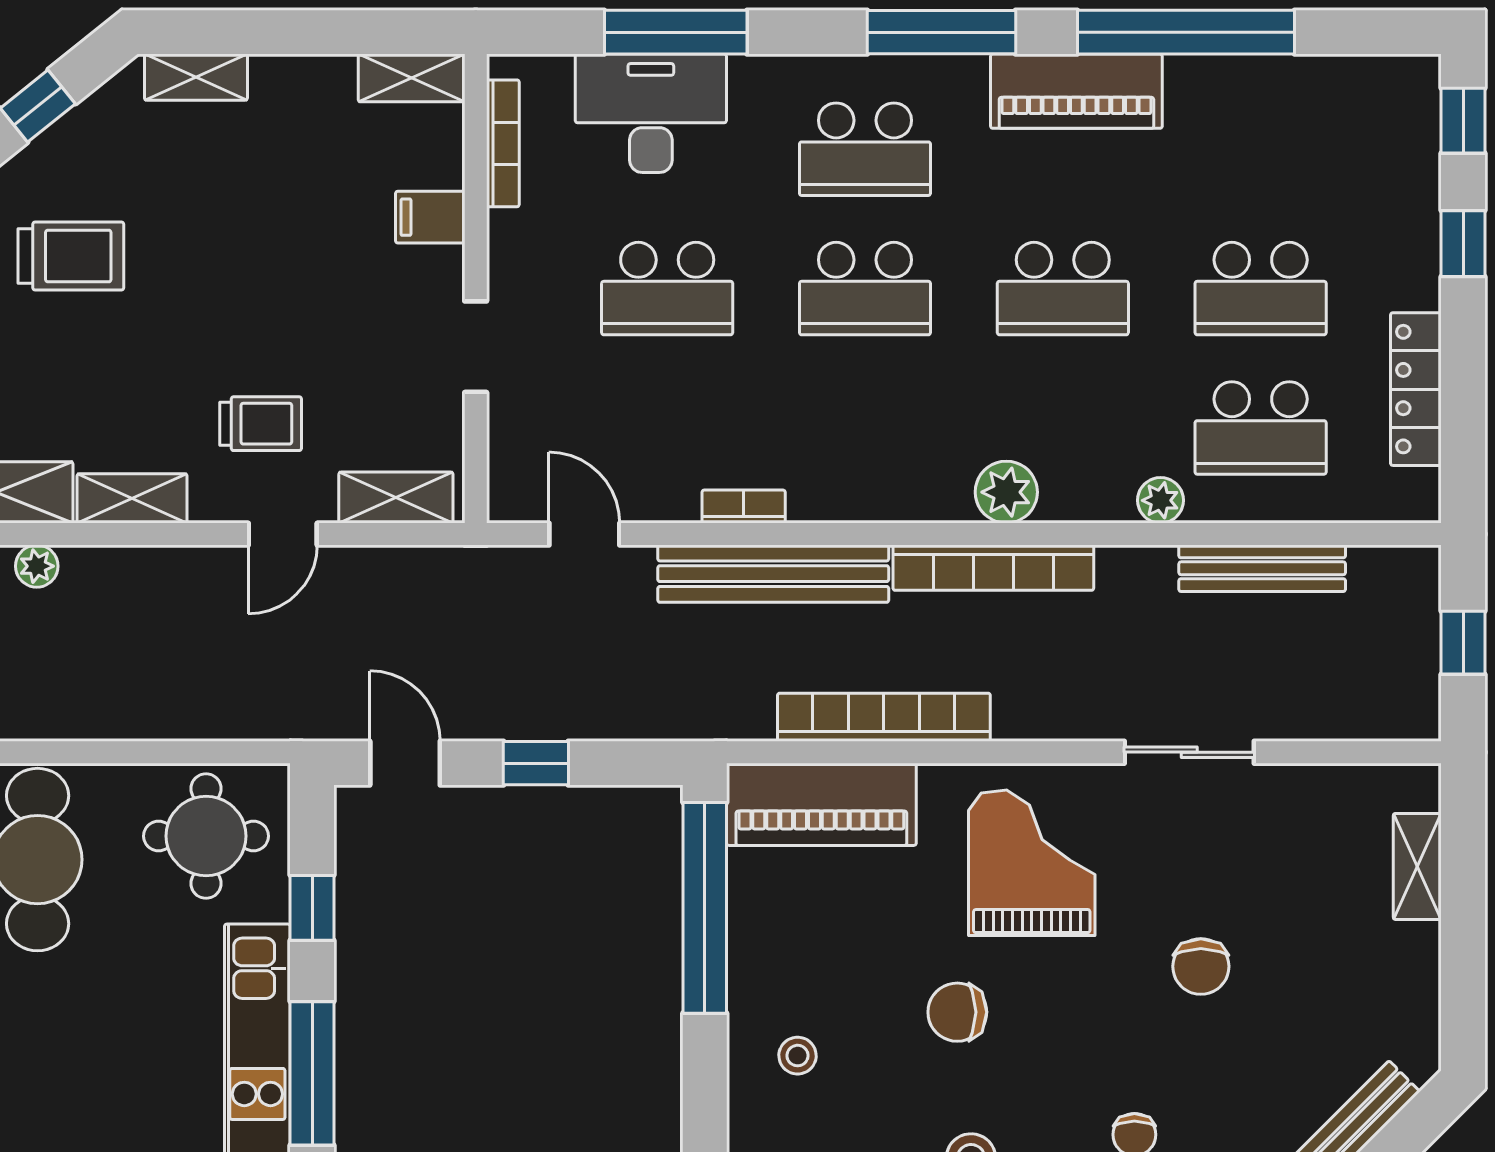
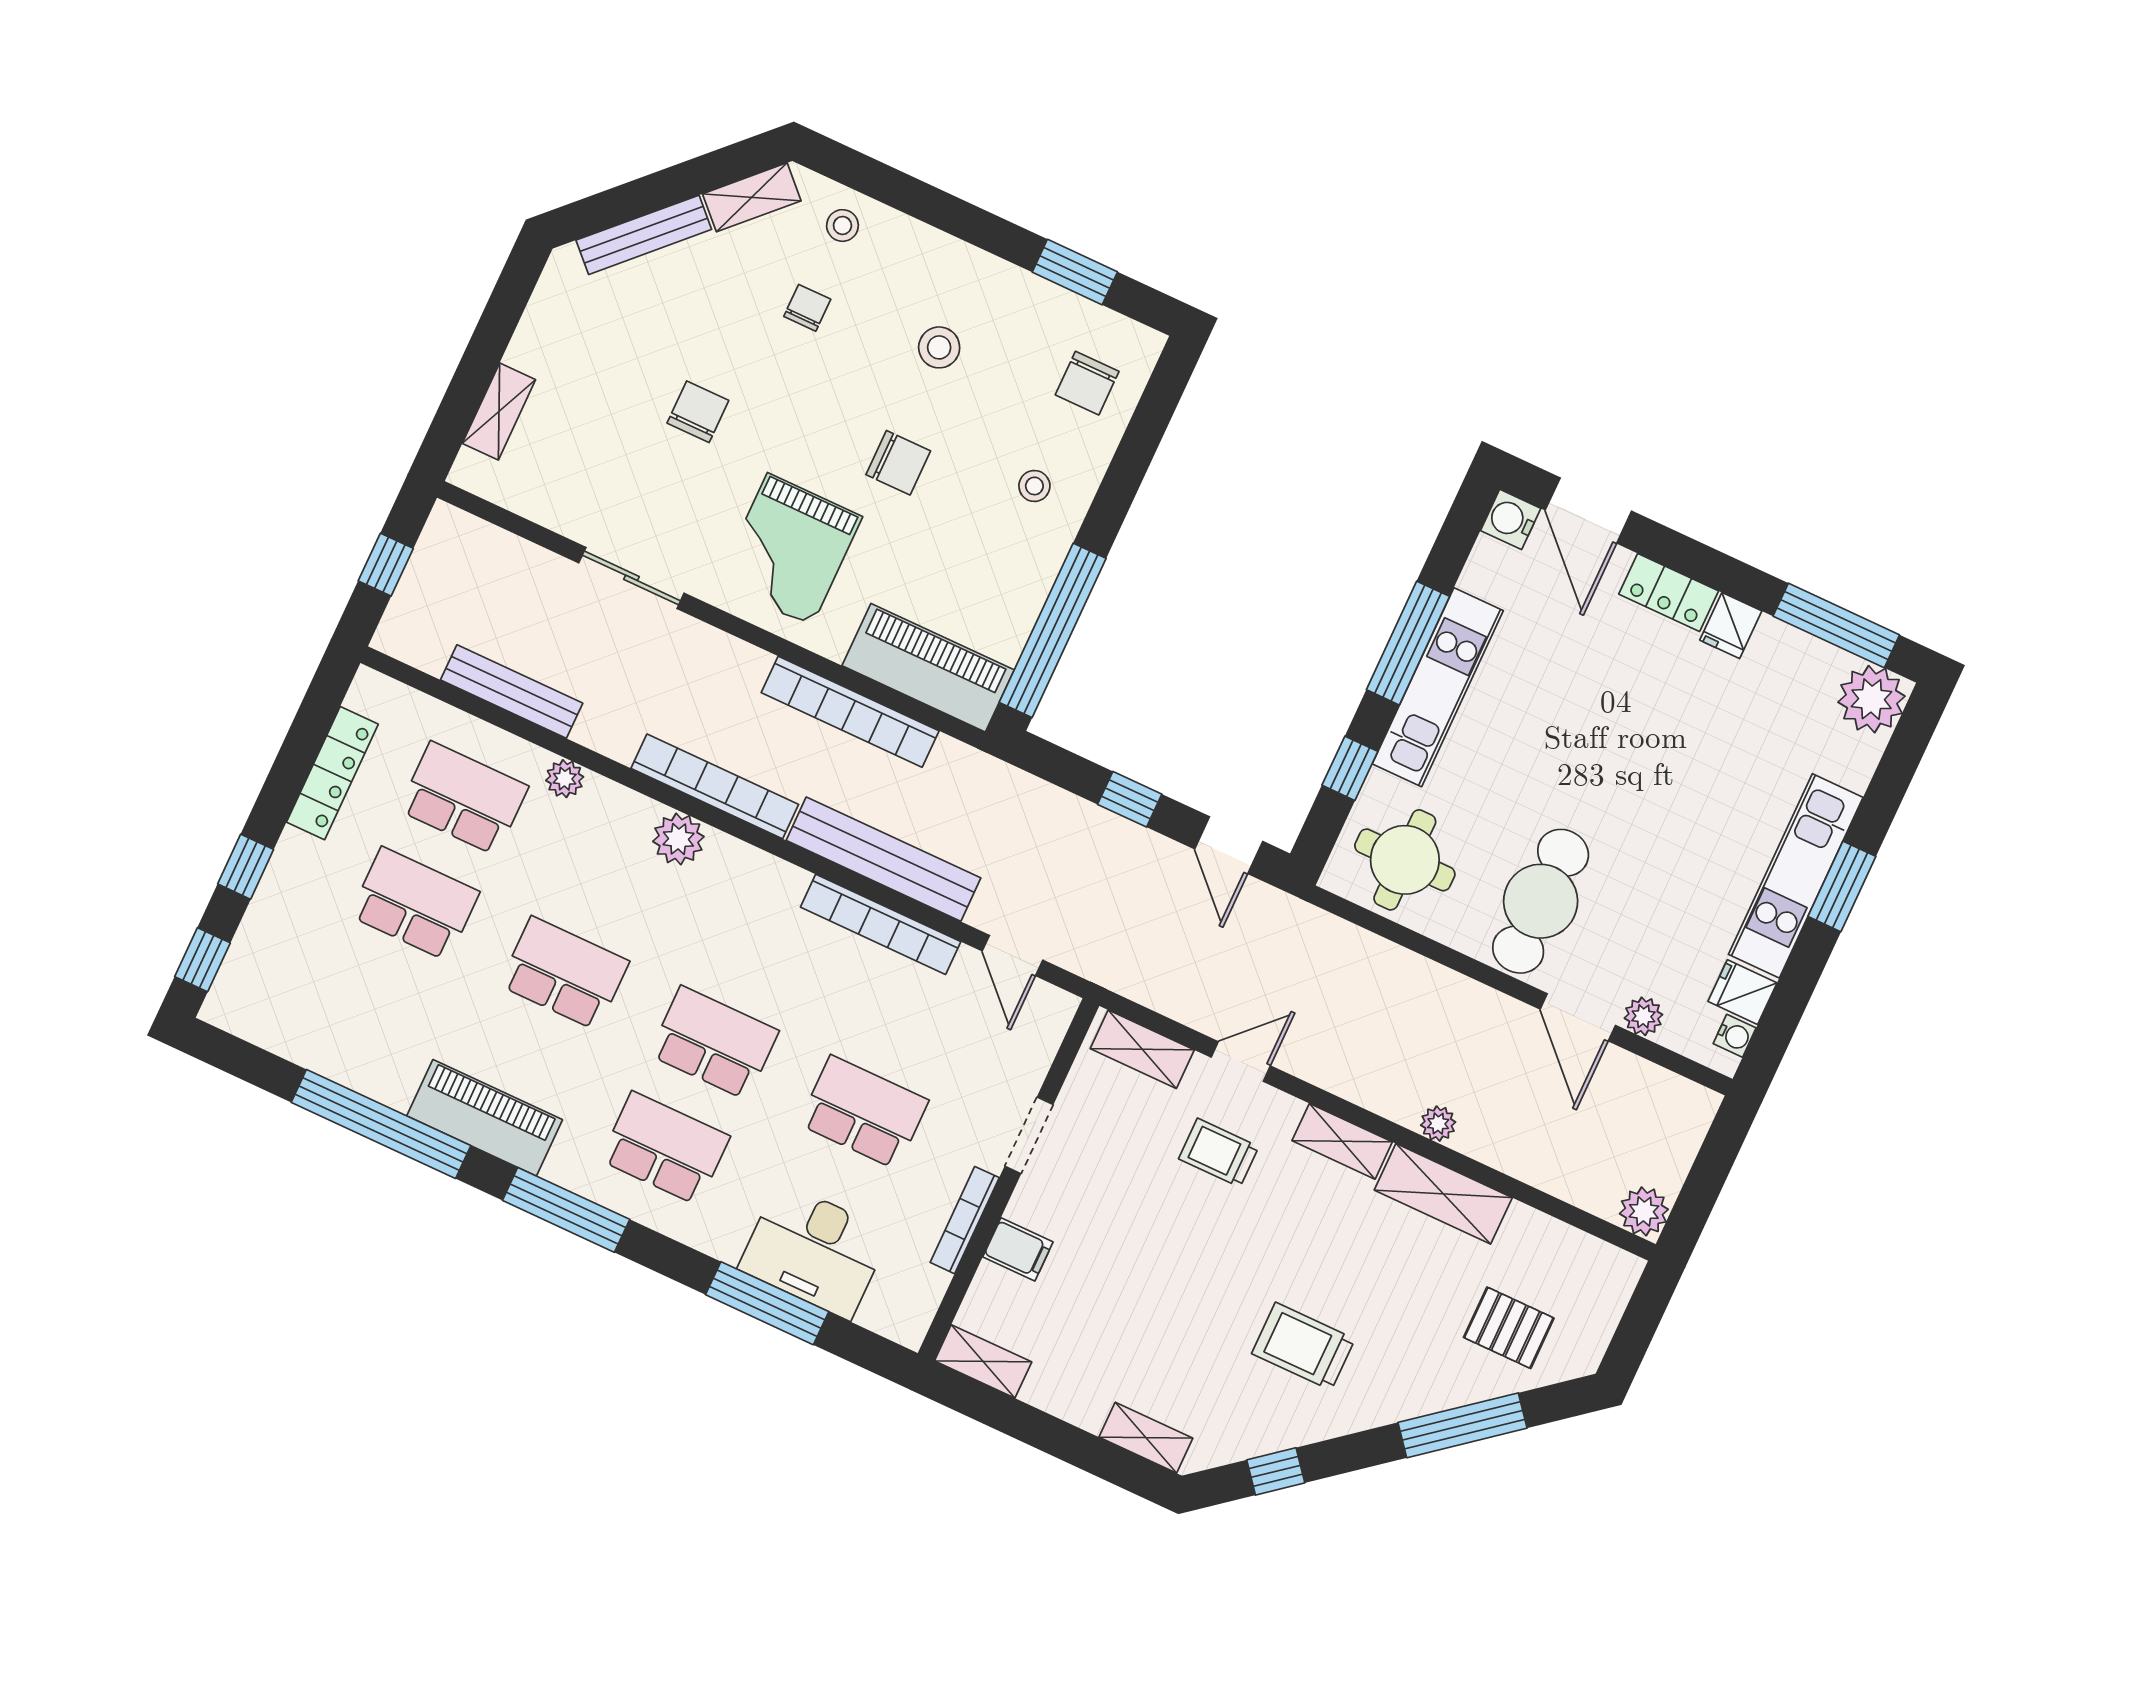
bookcase: (503, 143) -> (965, 1220), moved
bookcase: (744, 507) -> (881, 924), width x2.31, depth x1.31

